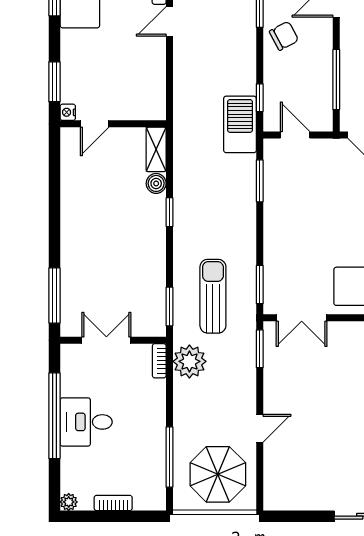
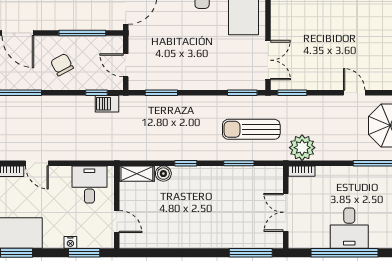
chair: (284, 36) -> (62, 65), moved
desk: (142, 89) -> (89, 185), added
nightstand: (68, 112) -> (70, 242), moved
barbecue: (240, 124) -> (107, 104), width x0.53, depth x0.65
door: (295, 135) -> (126, 65), hinge flipped
window: (169, 306) -> (239, 163), moved

